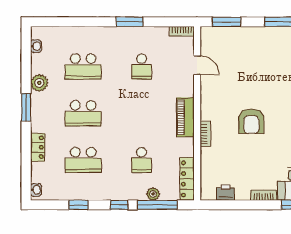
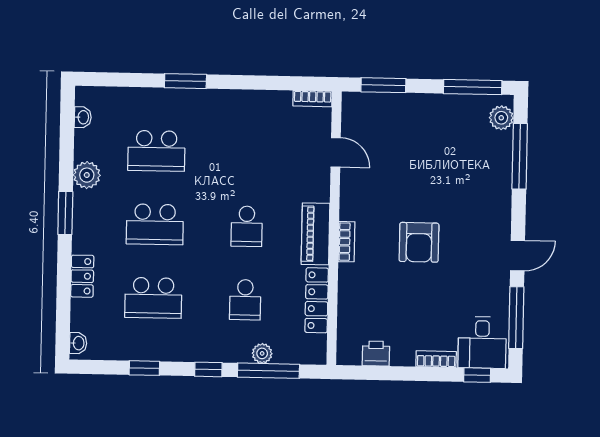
window: (130, 22) -> (185, 81), moved
school desk: (142, 67) -> (247, 226), moved
bookcase: (205, 134) -> (347, 242), moved
locker: (187, 179) -> (317, 300), moved

